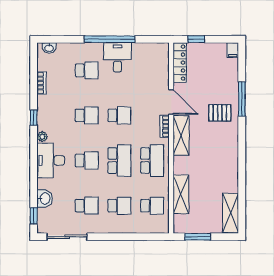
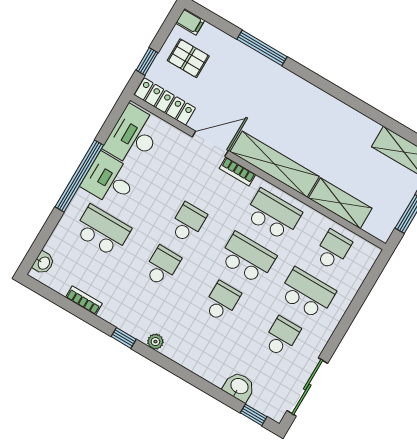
school desk: (87, 70) -> (102, 231), width x1.85
pallet: (220, 113) -> (188, 58), moved, turned 90
shelving: (181, 135) -> (275, 164), width x1.47
desk: (51, 160) -> (133, 136), moved, turned 90
school desk: (119, 206) -> (307, 293), width x1.85

